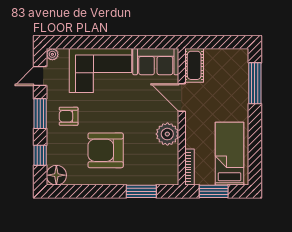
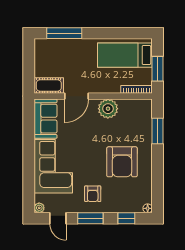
floor lamp: (56, 175) -> (148, 208), width x0.53, depth x0.53

